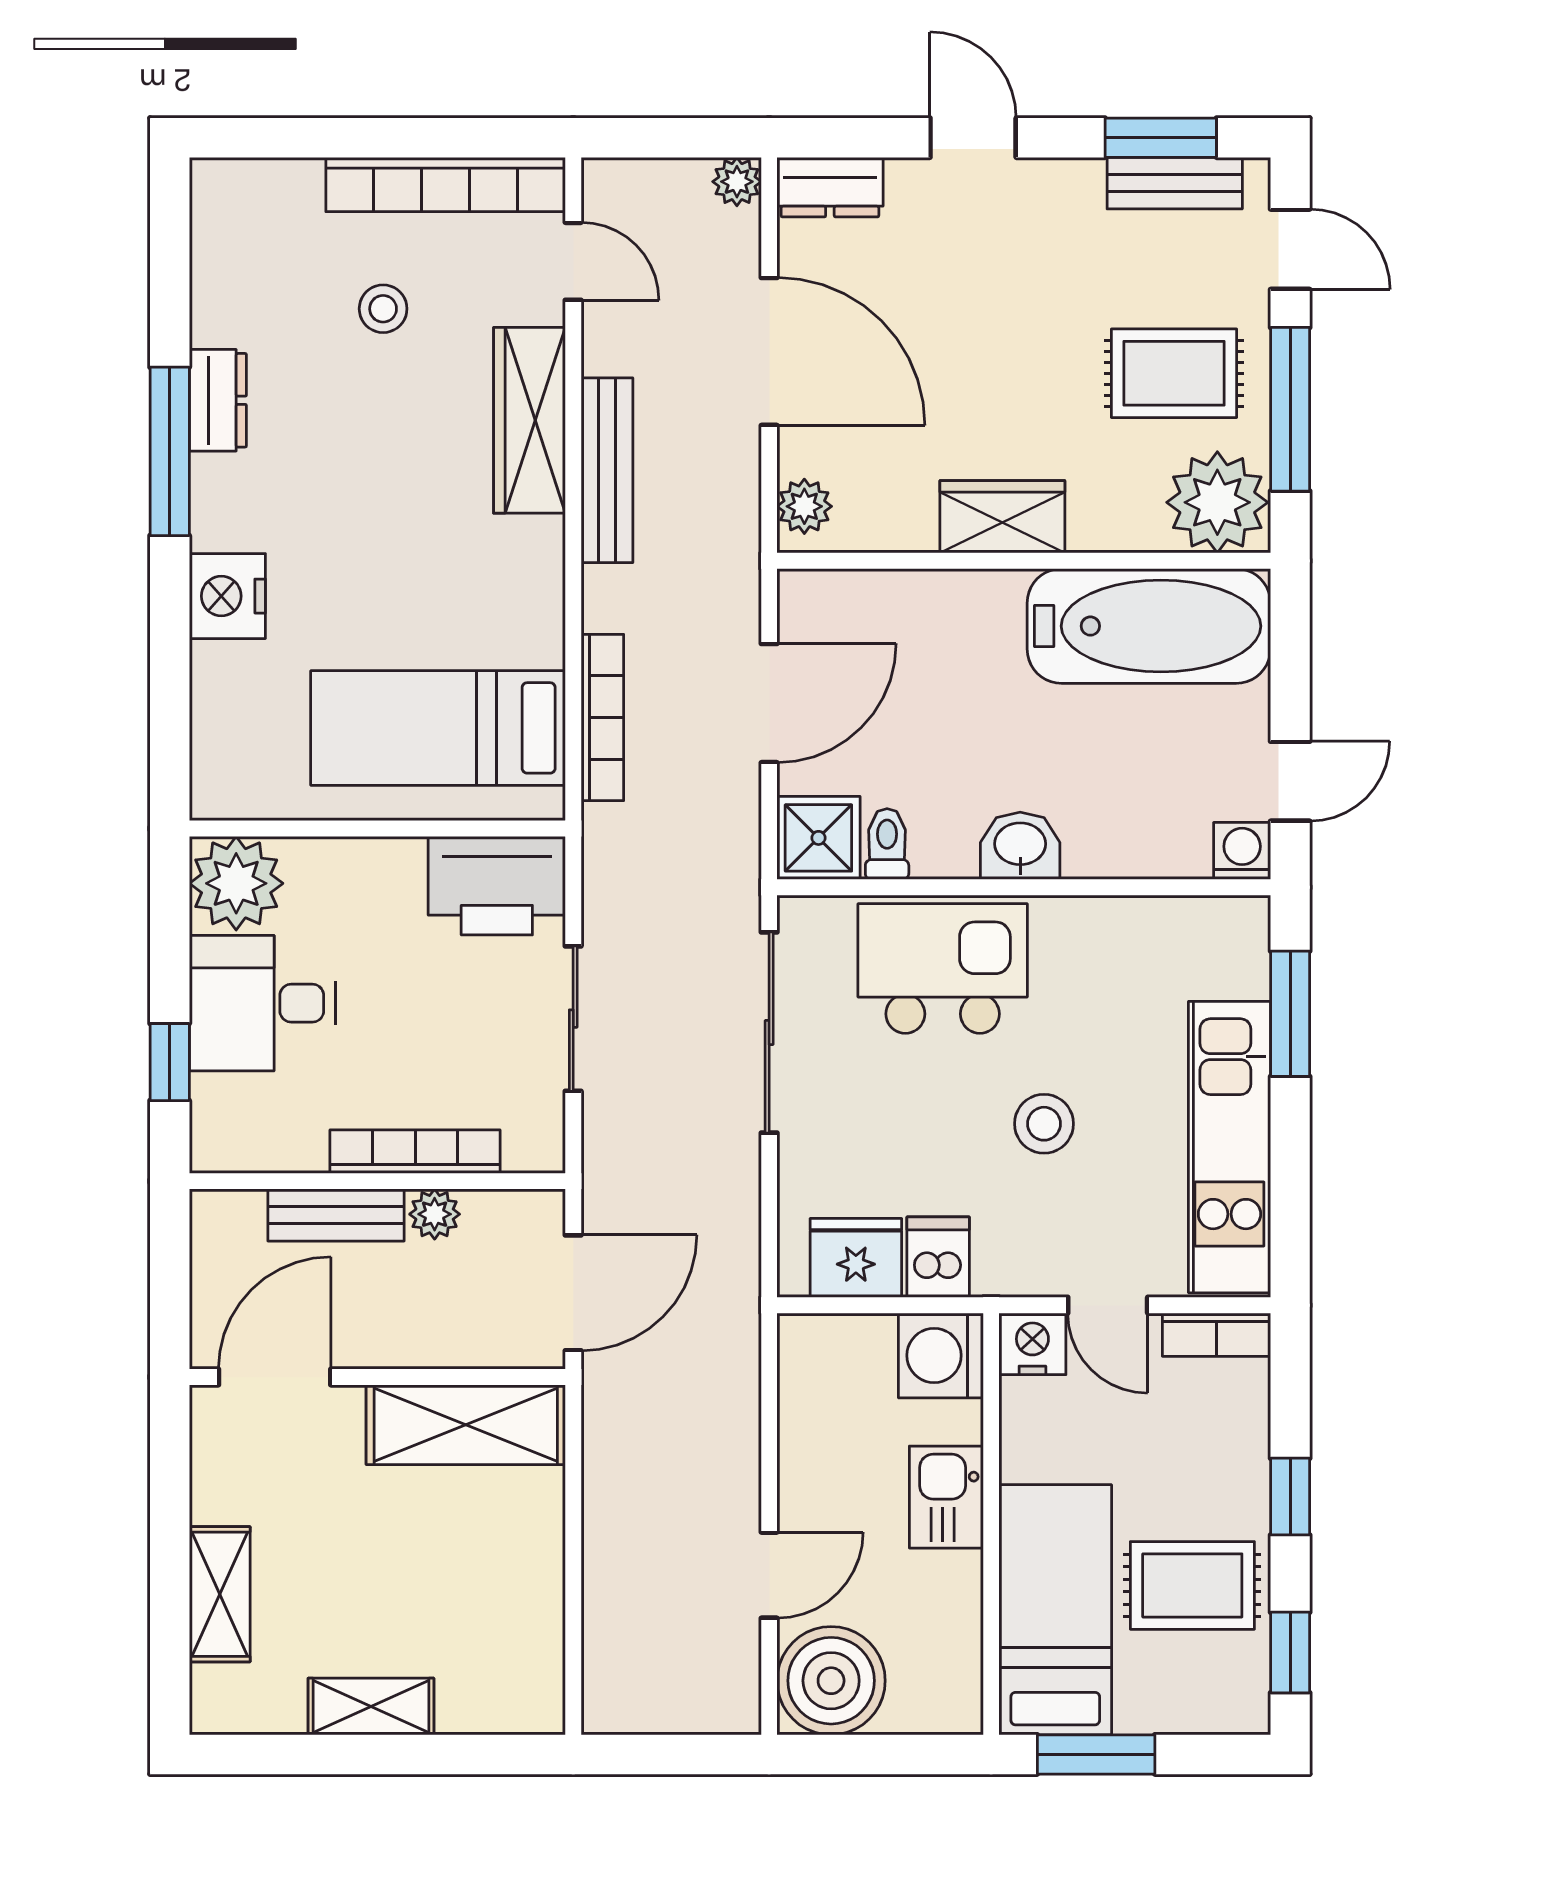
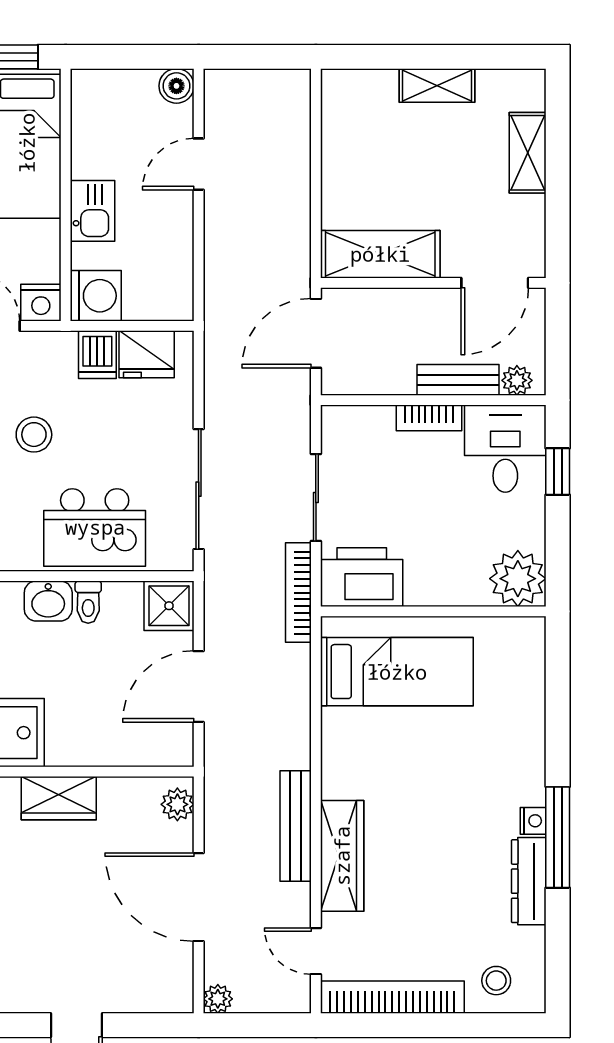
dresser: (830, 187) -> (162, 996), removed
stool: (383, 309) -> (496, 981), moved
dresser: (218, 400) -> (529, 881), width x1.44
nightstand: (227, 596) -> (533, 821), moved, width x0.53, depth x0.56
bookcase: (602, 718) -> (298, 593), moved
toilet: (887, 844) -> (88, 602), moved
desk: (262, 1003) -> (505, 449), moved, turned -90
bookcase: (415, 1152) -> (429, 418), width x0.64
plant: (435, 1214) -> (517, 380), moved
boiler: (831, 1681) -> (176, 86), width x0.54, depth x0.54

